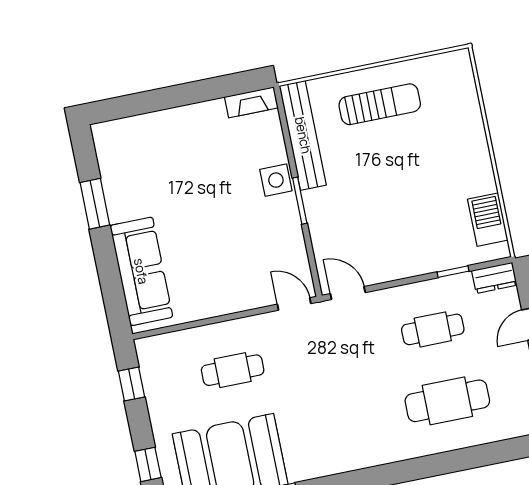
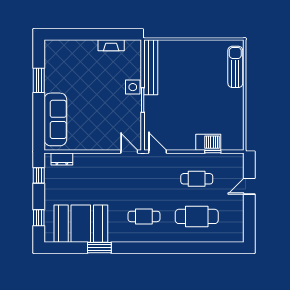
fireplace: (251, 102) -> (111, 45), moved
sun lounger: (380, 104) -> (235, 67), moved, turned -90
barbecue: (488, 220) -> (208, 142), moved, turned 90
dresser: (494, 278) -> (62, 159), moved
cafe table: (233, 370) -> (144, 216), moved

